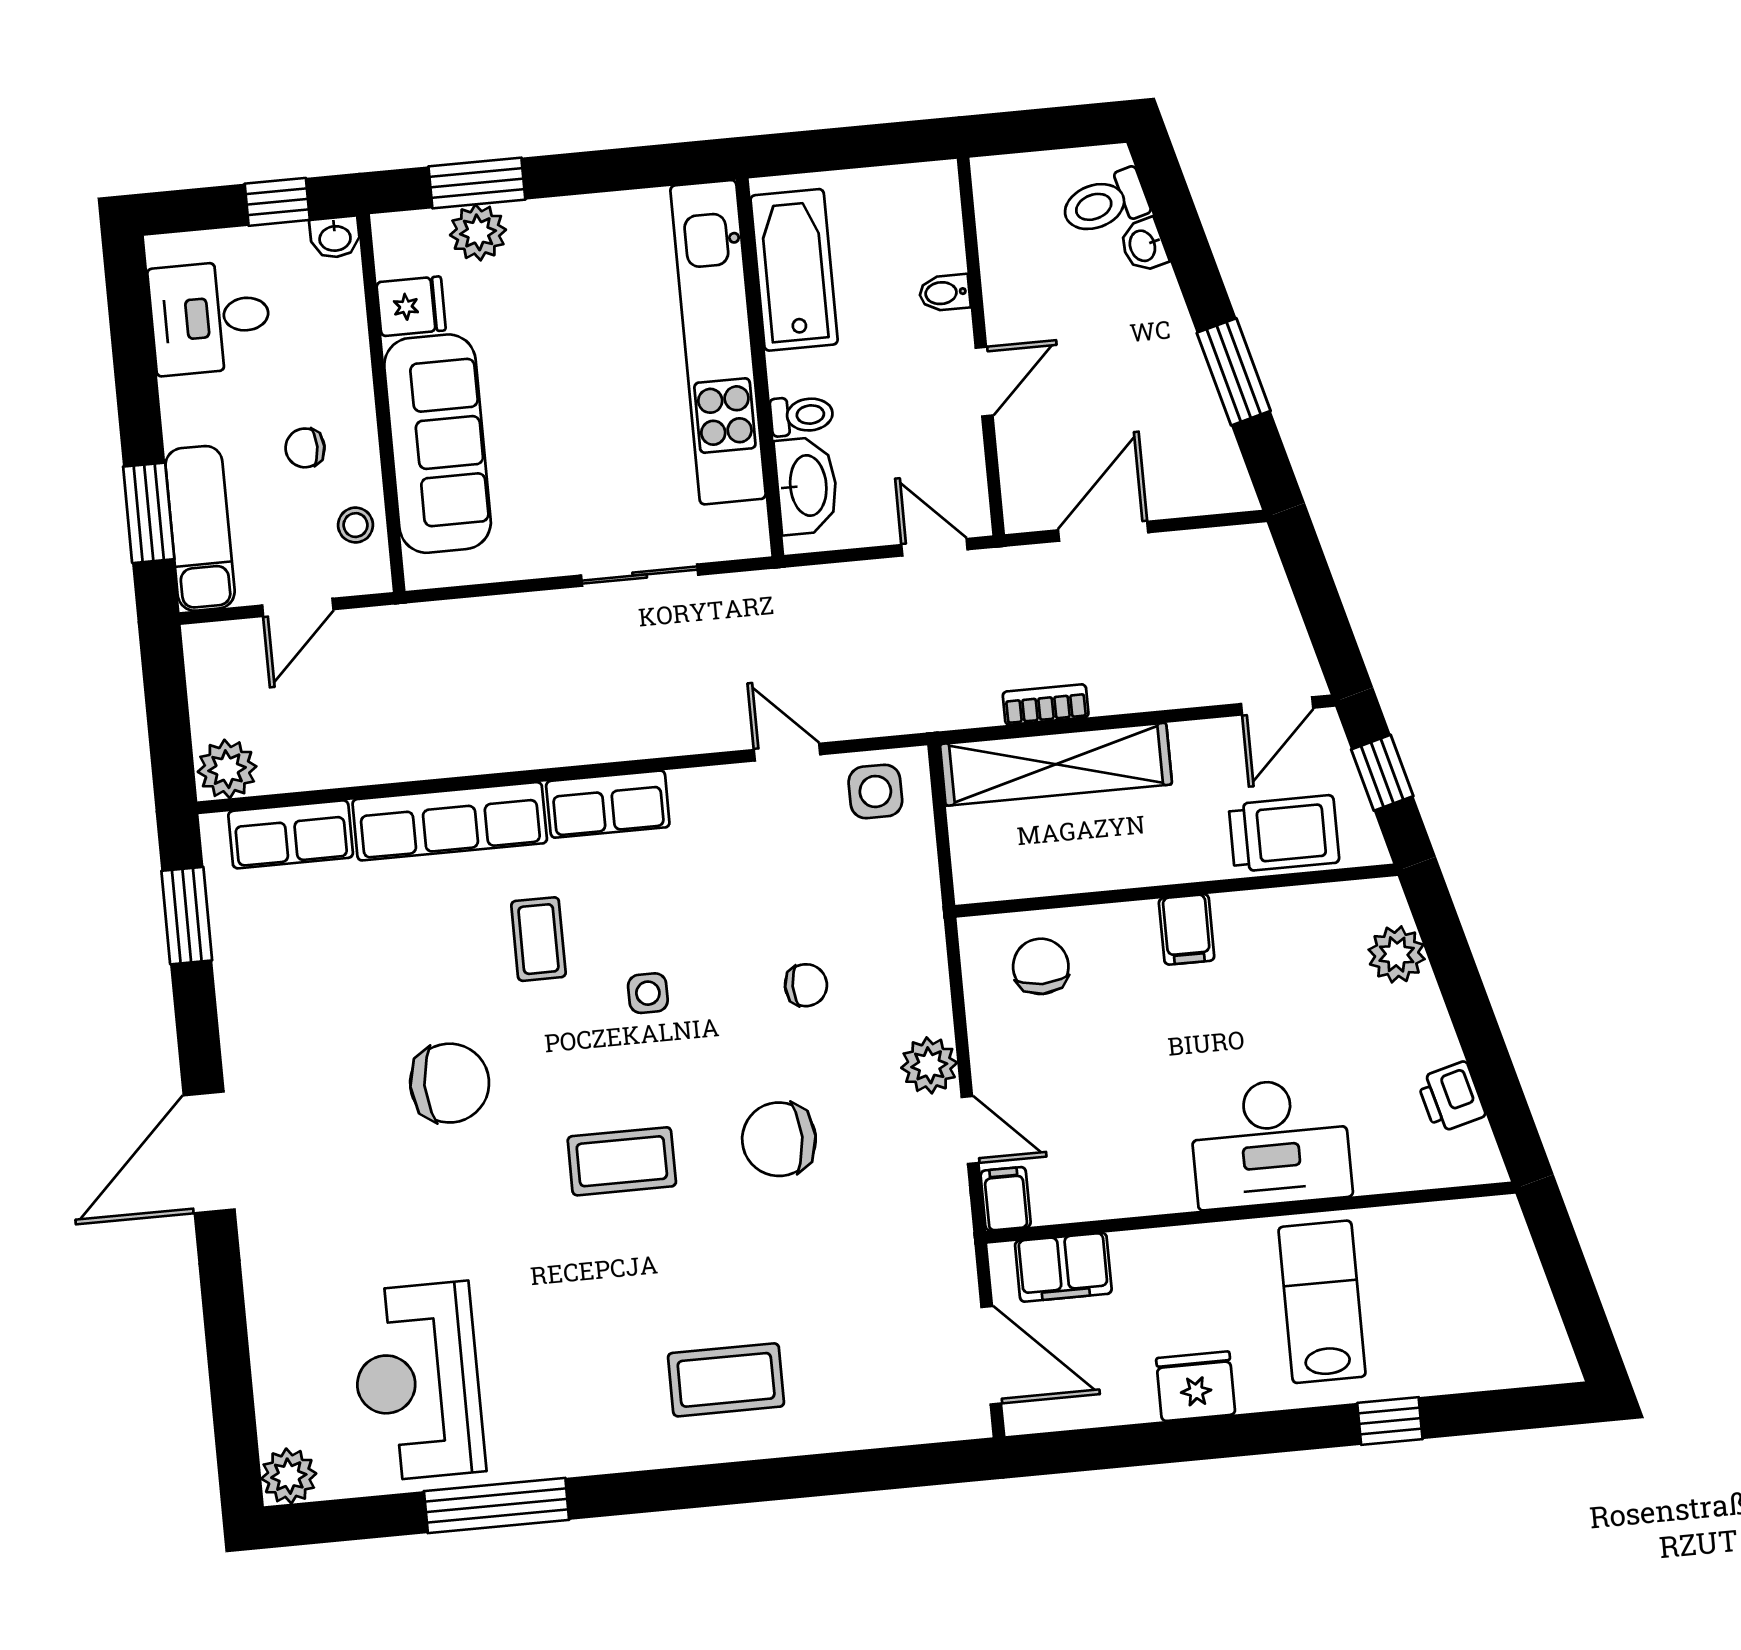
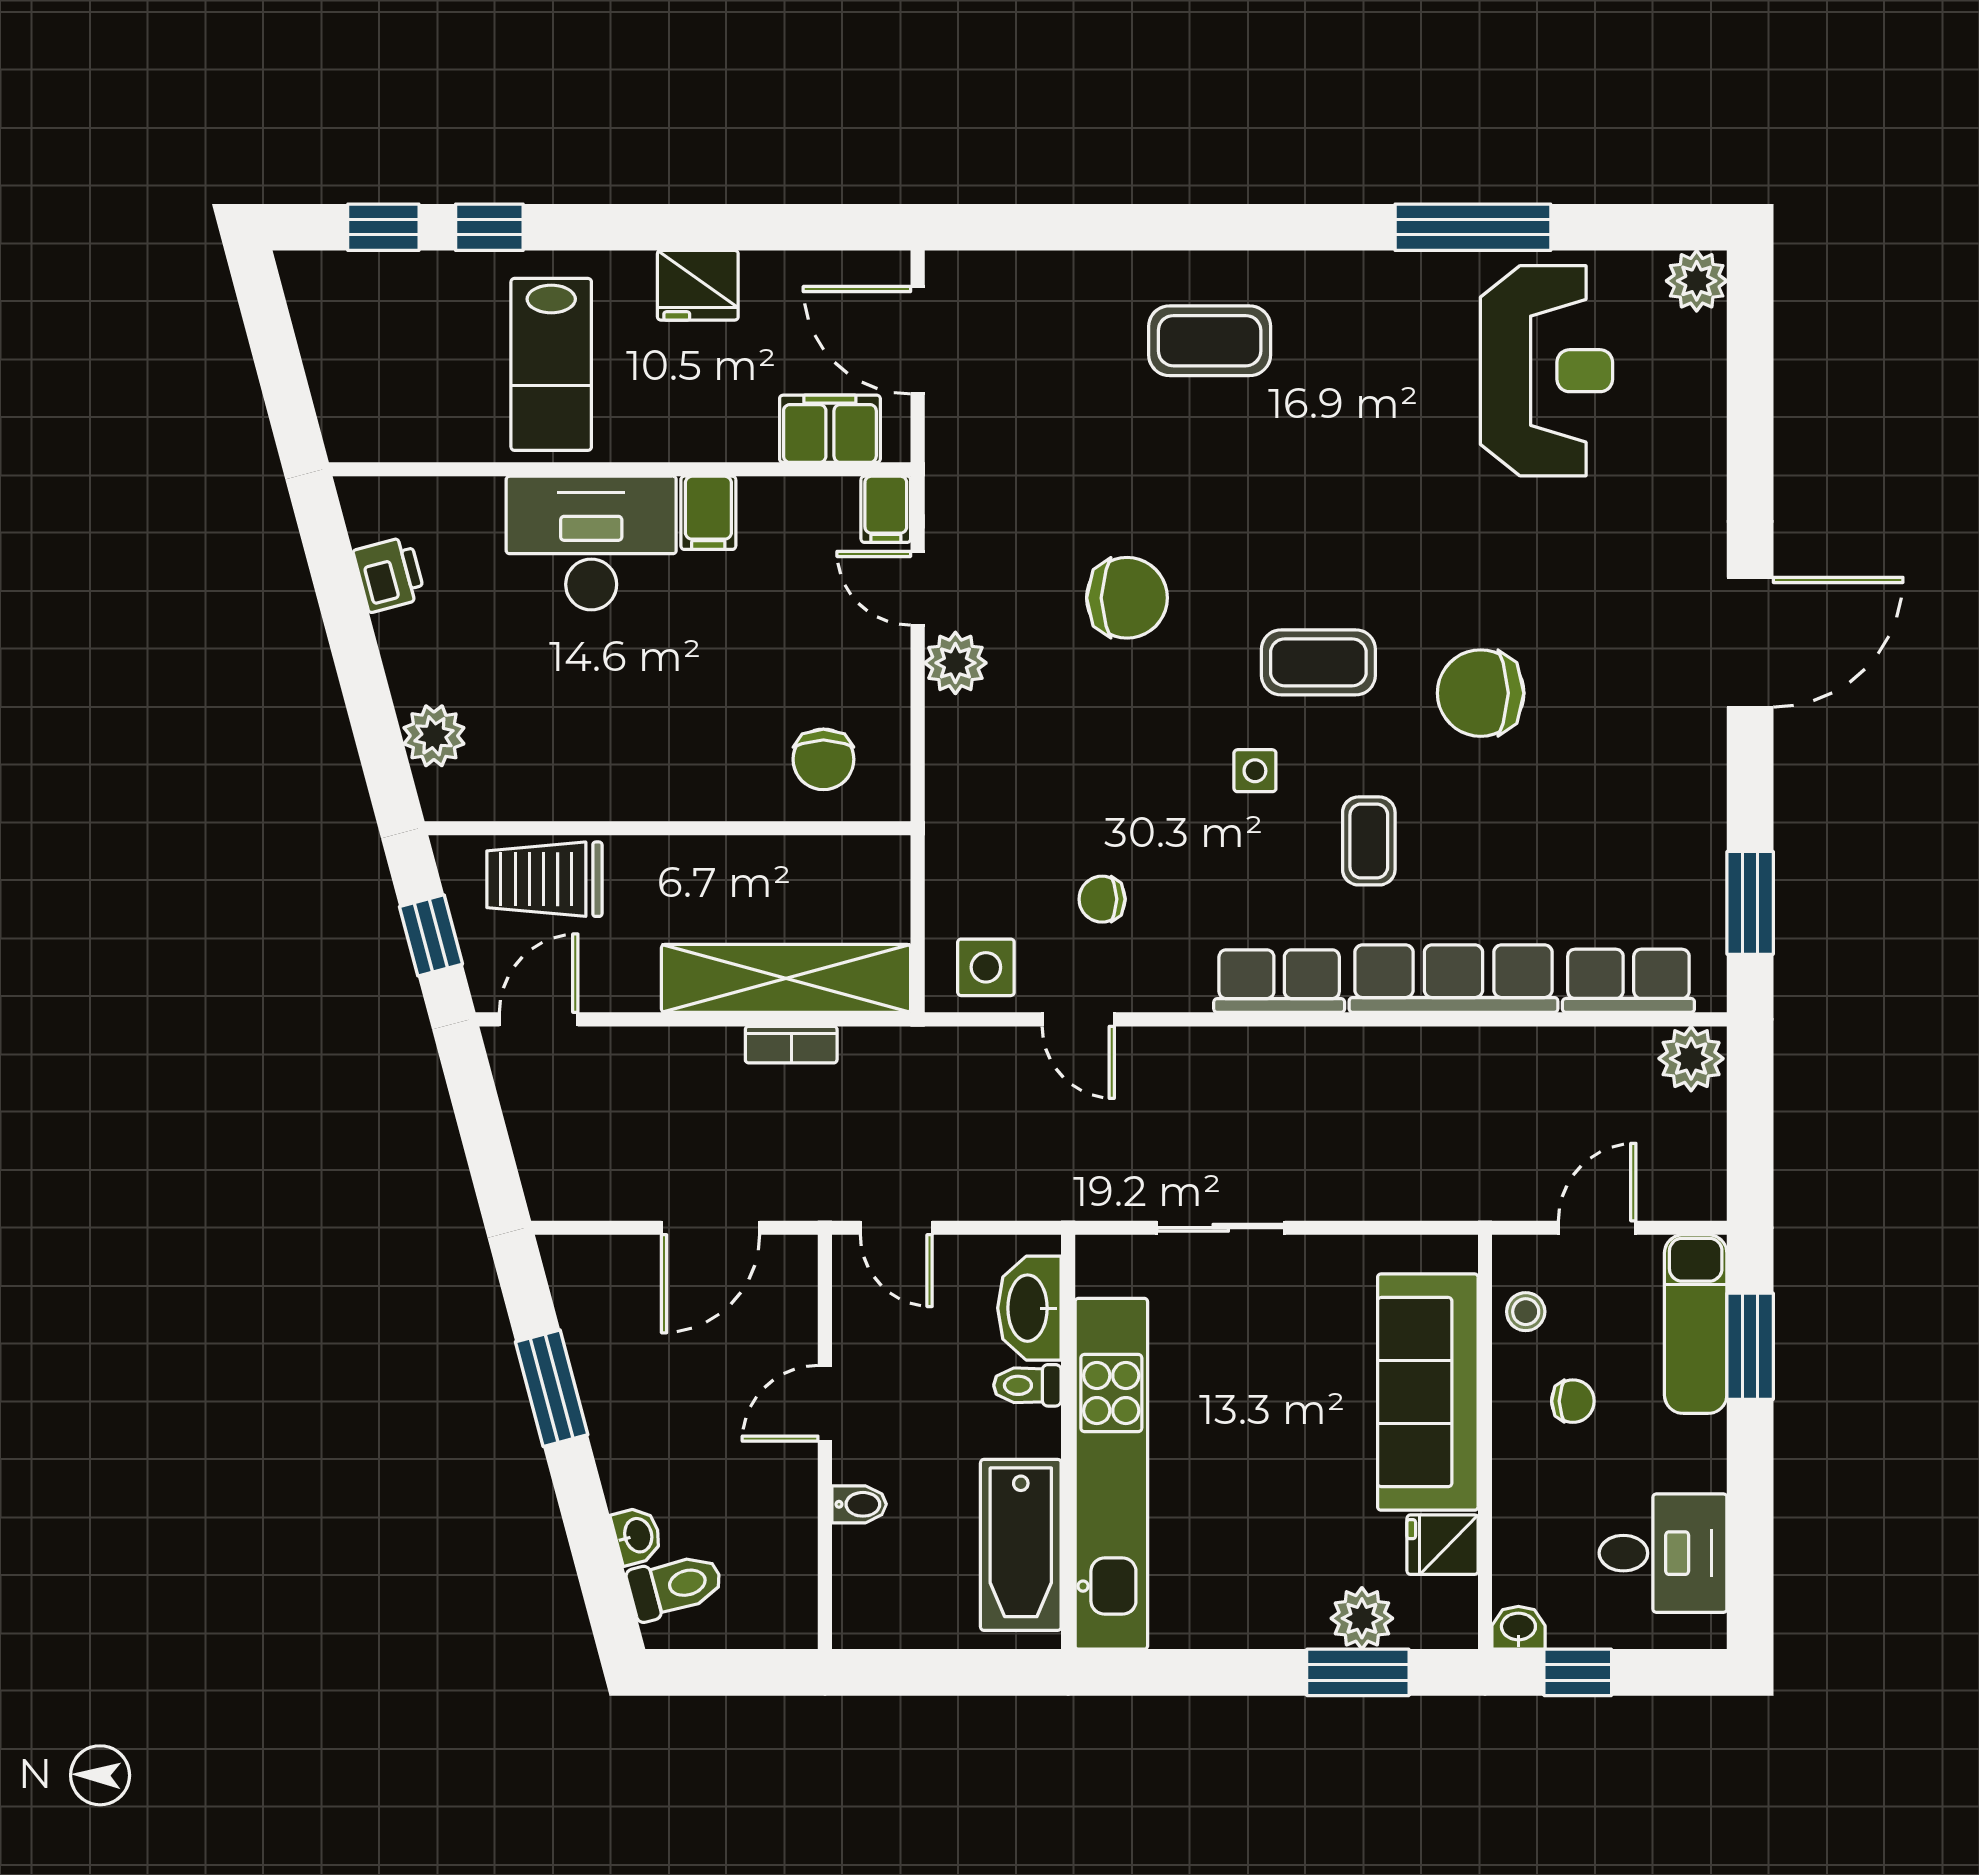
filing cabinet: (1187, 929) -> (708, 513), moved, turned 180
chair: (806, 985) -> (1102, 899), moved
coffee table: (622, 1161) -> (1318, 662), moved
window: (1486, 1412) -> (383, 227), added

